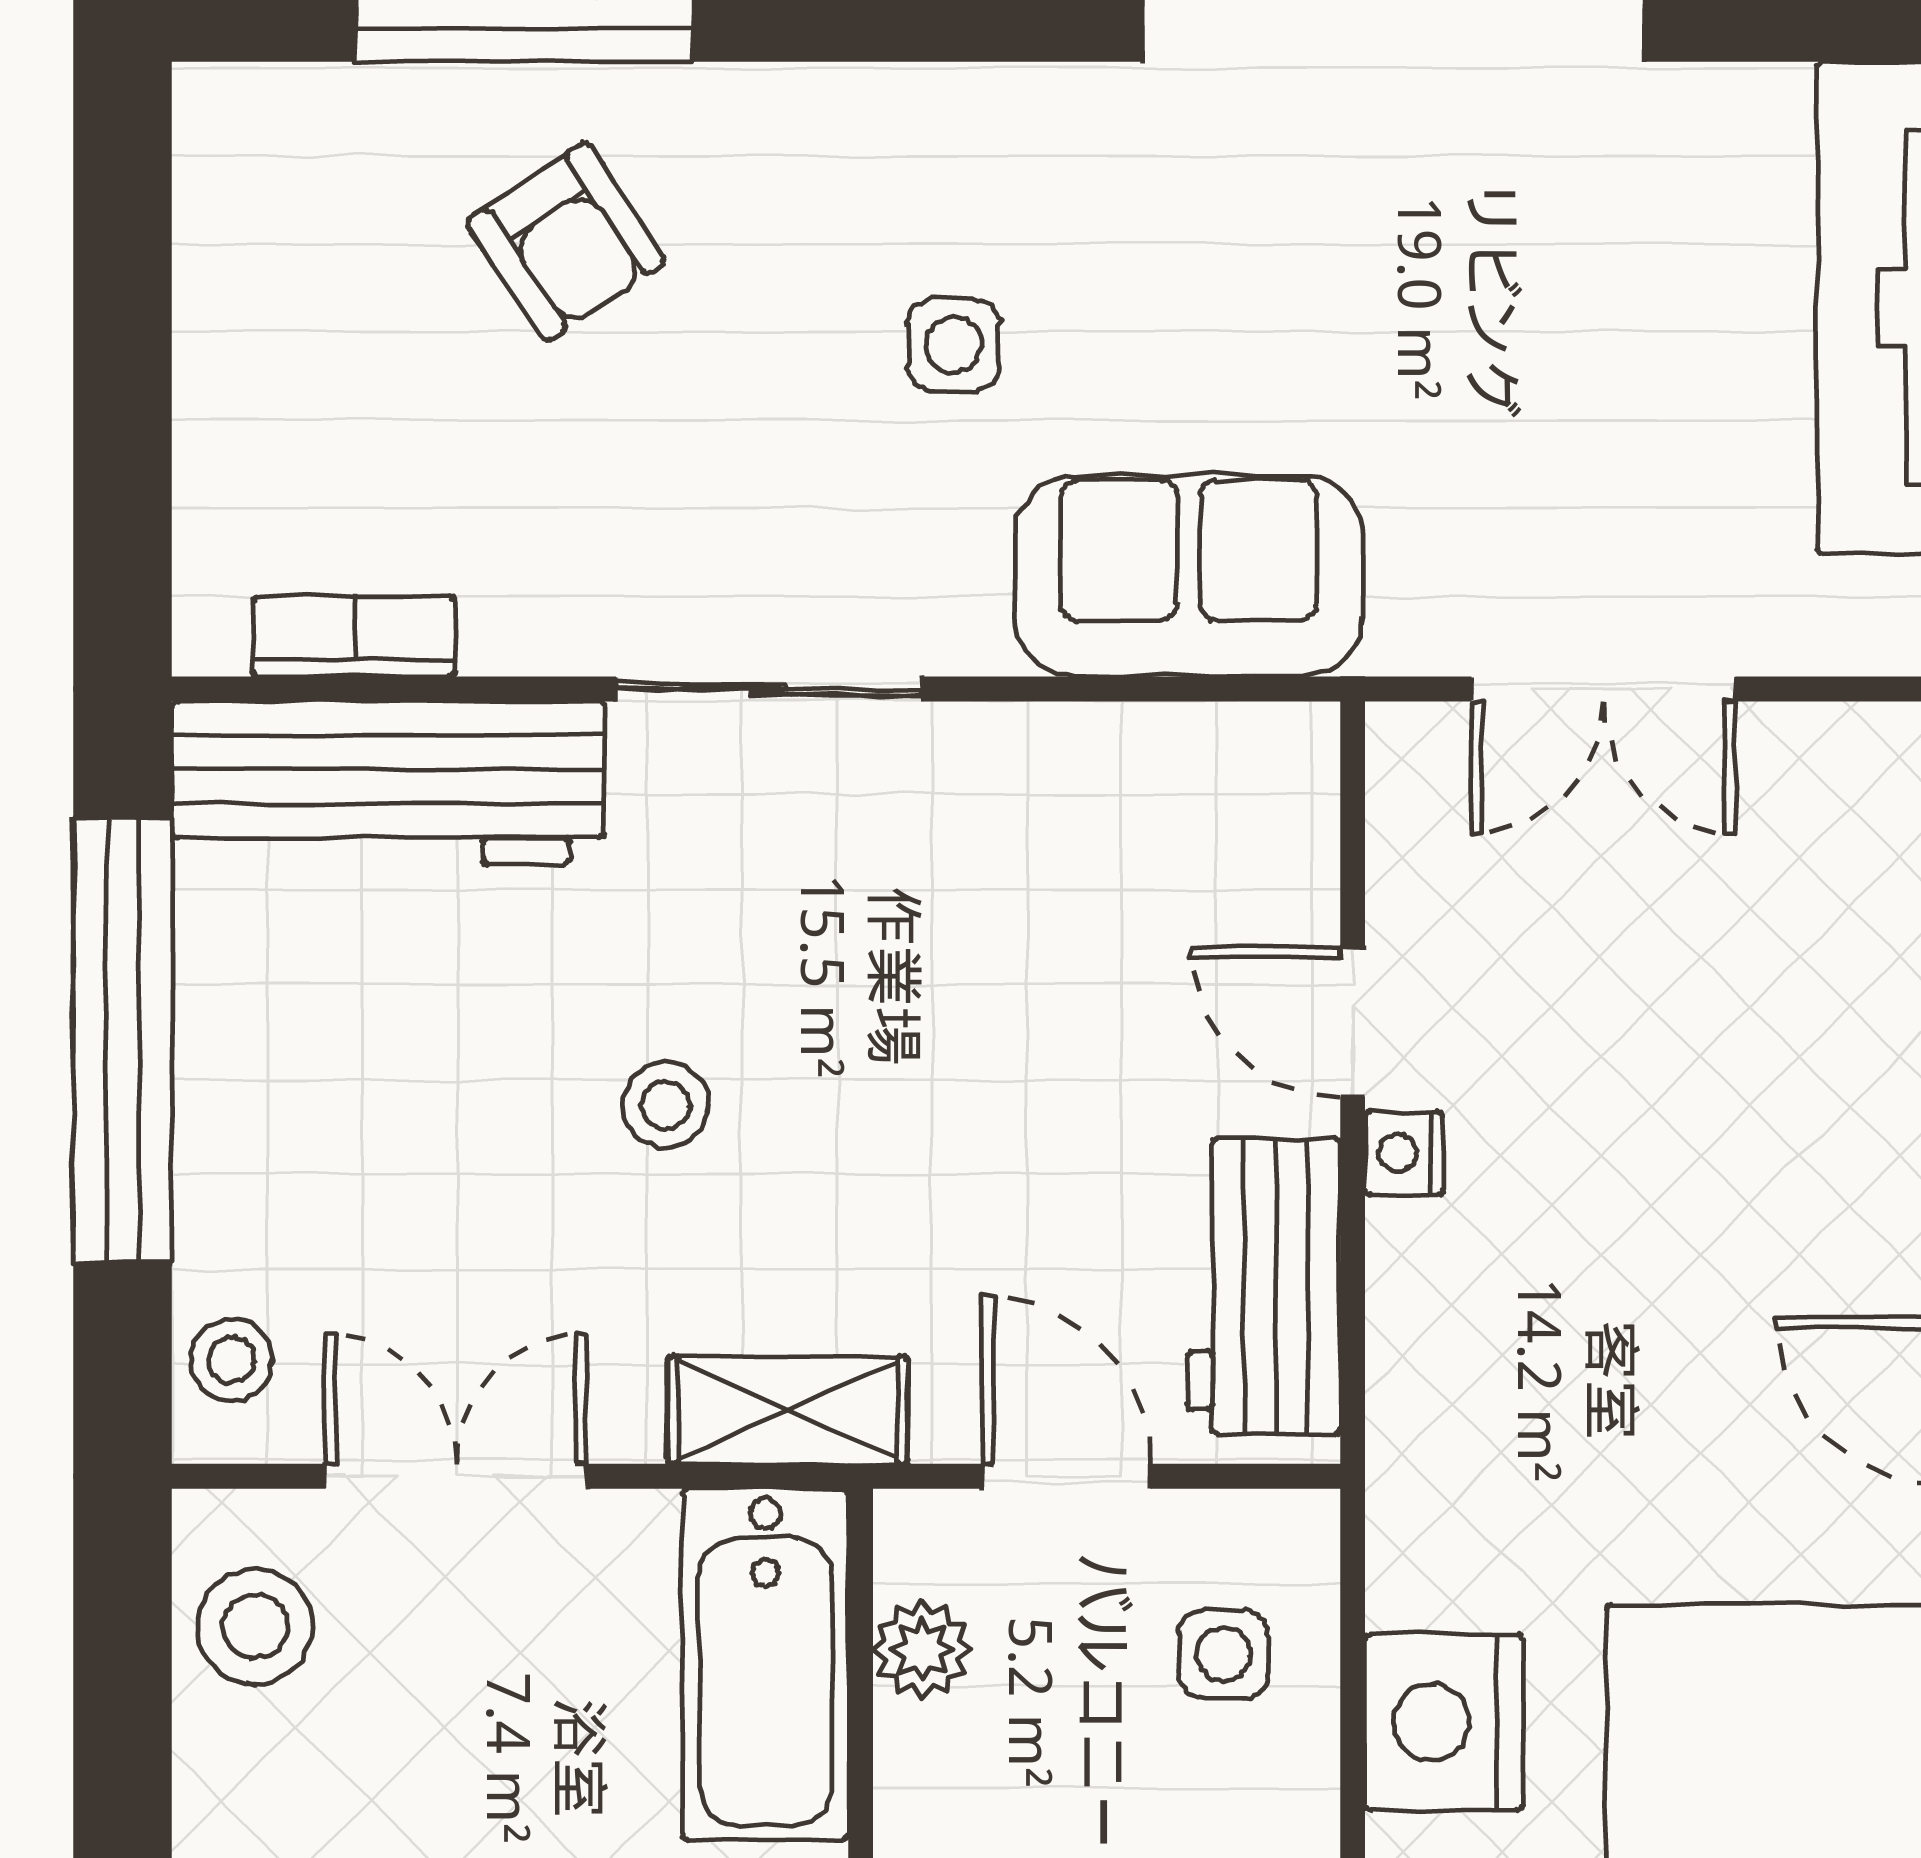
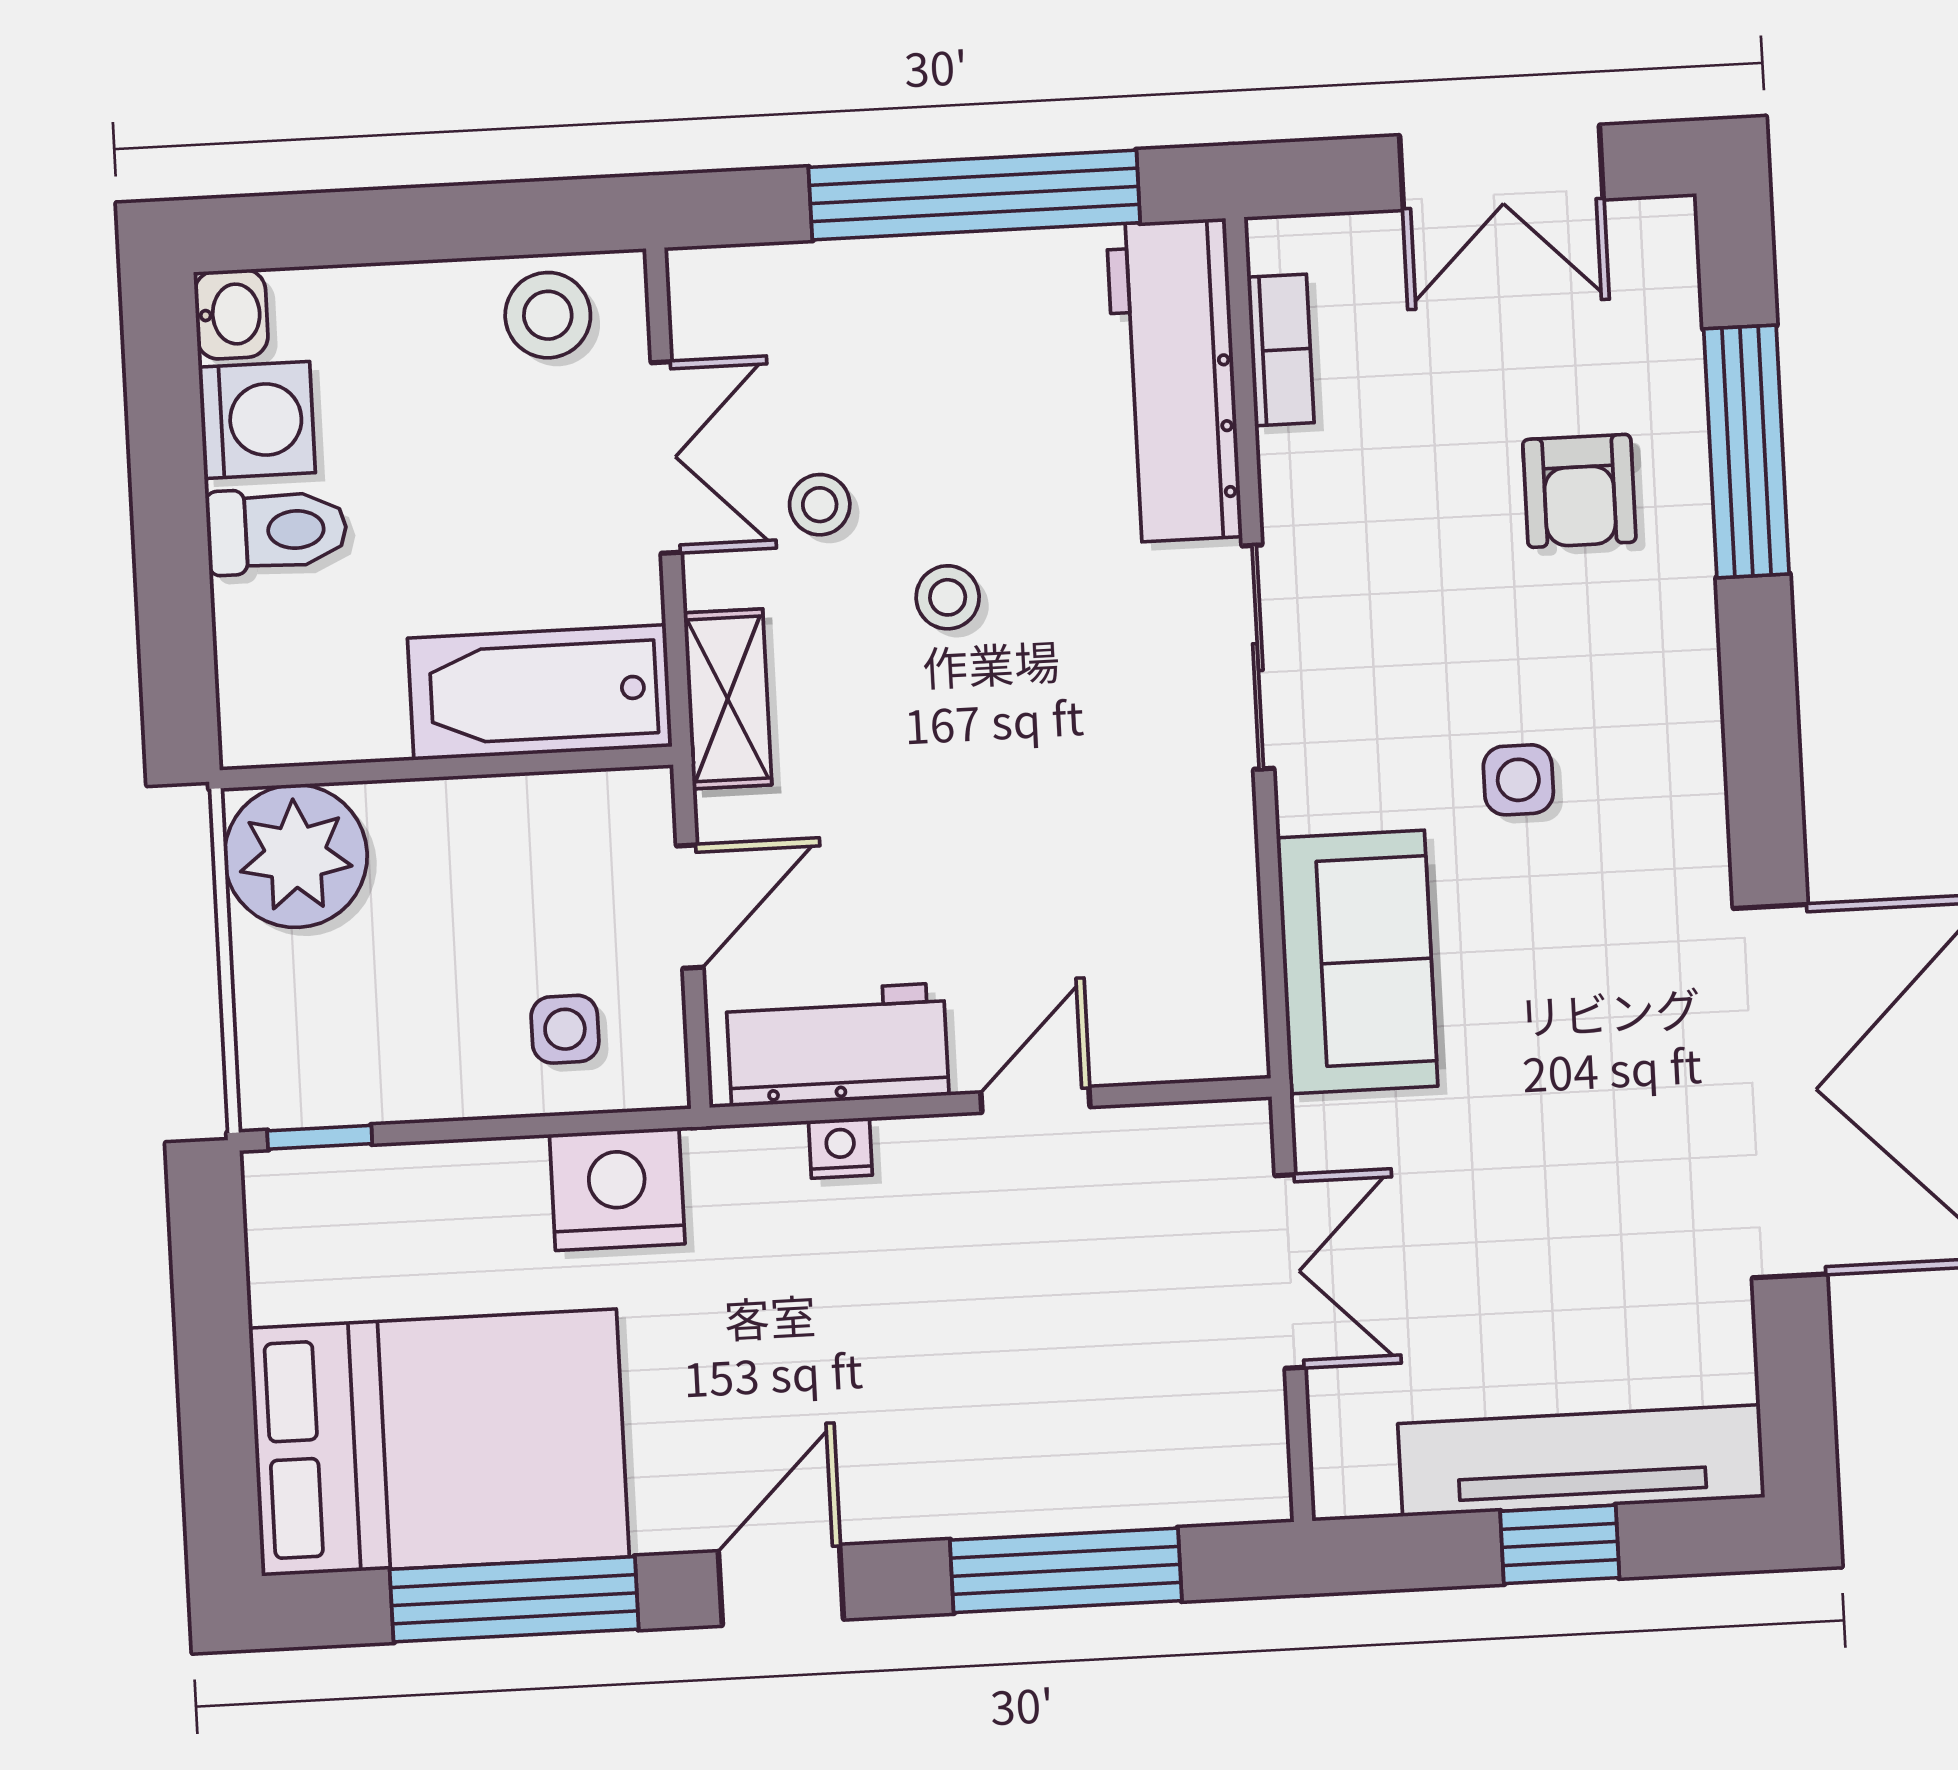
armchair: (566, 242) -> (1579, 491), turned -56
double door: (122, 324) -> (1501, 167), added
double door: (1603, 689) -> (1290, 1272), swing flipped
nightstand: (1404, 1153) -> (840, 1148), moved
stool: (231, 1360) -> (820, 505), moved
plant: (922, 1650) -> (557, 807), removed
nightstand: (1444, 1722) -> (617, 1189), moved

